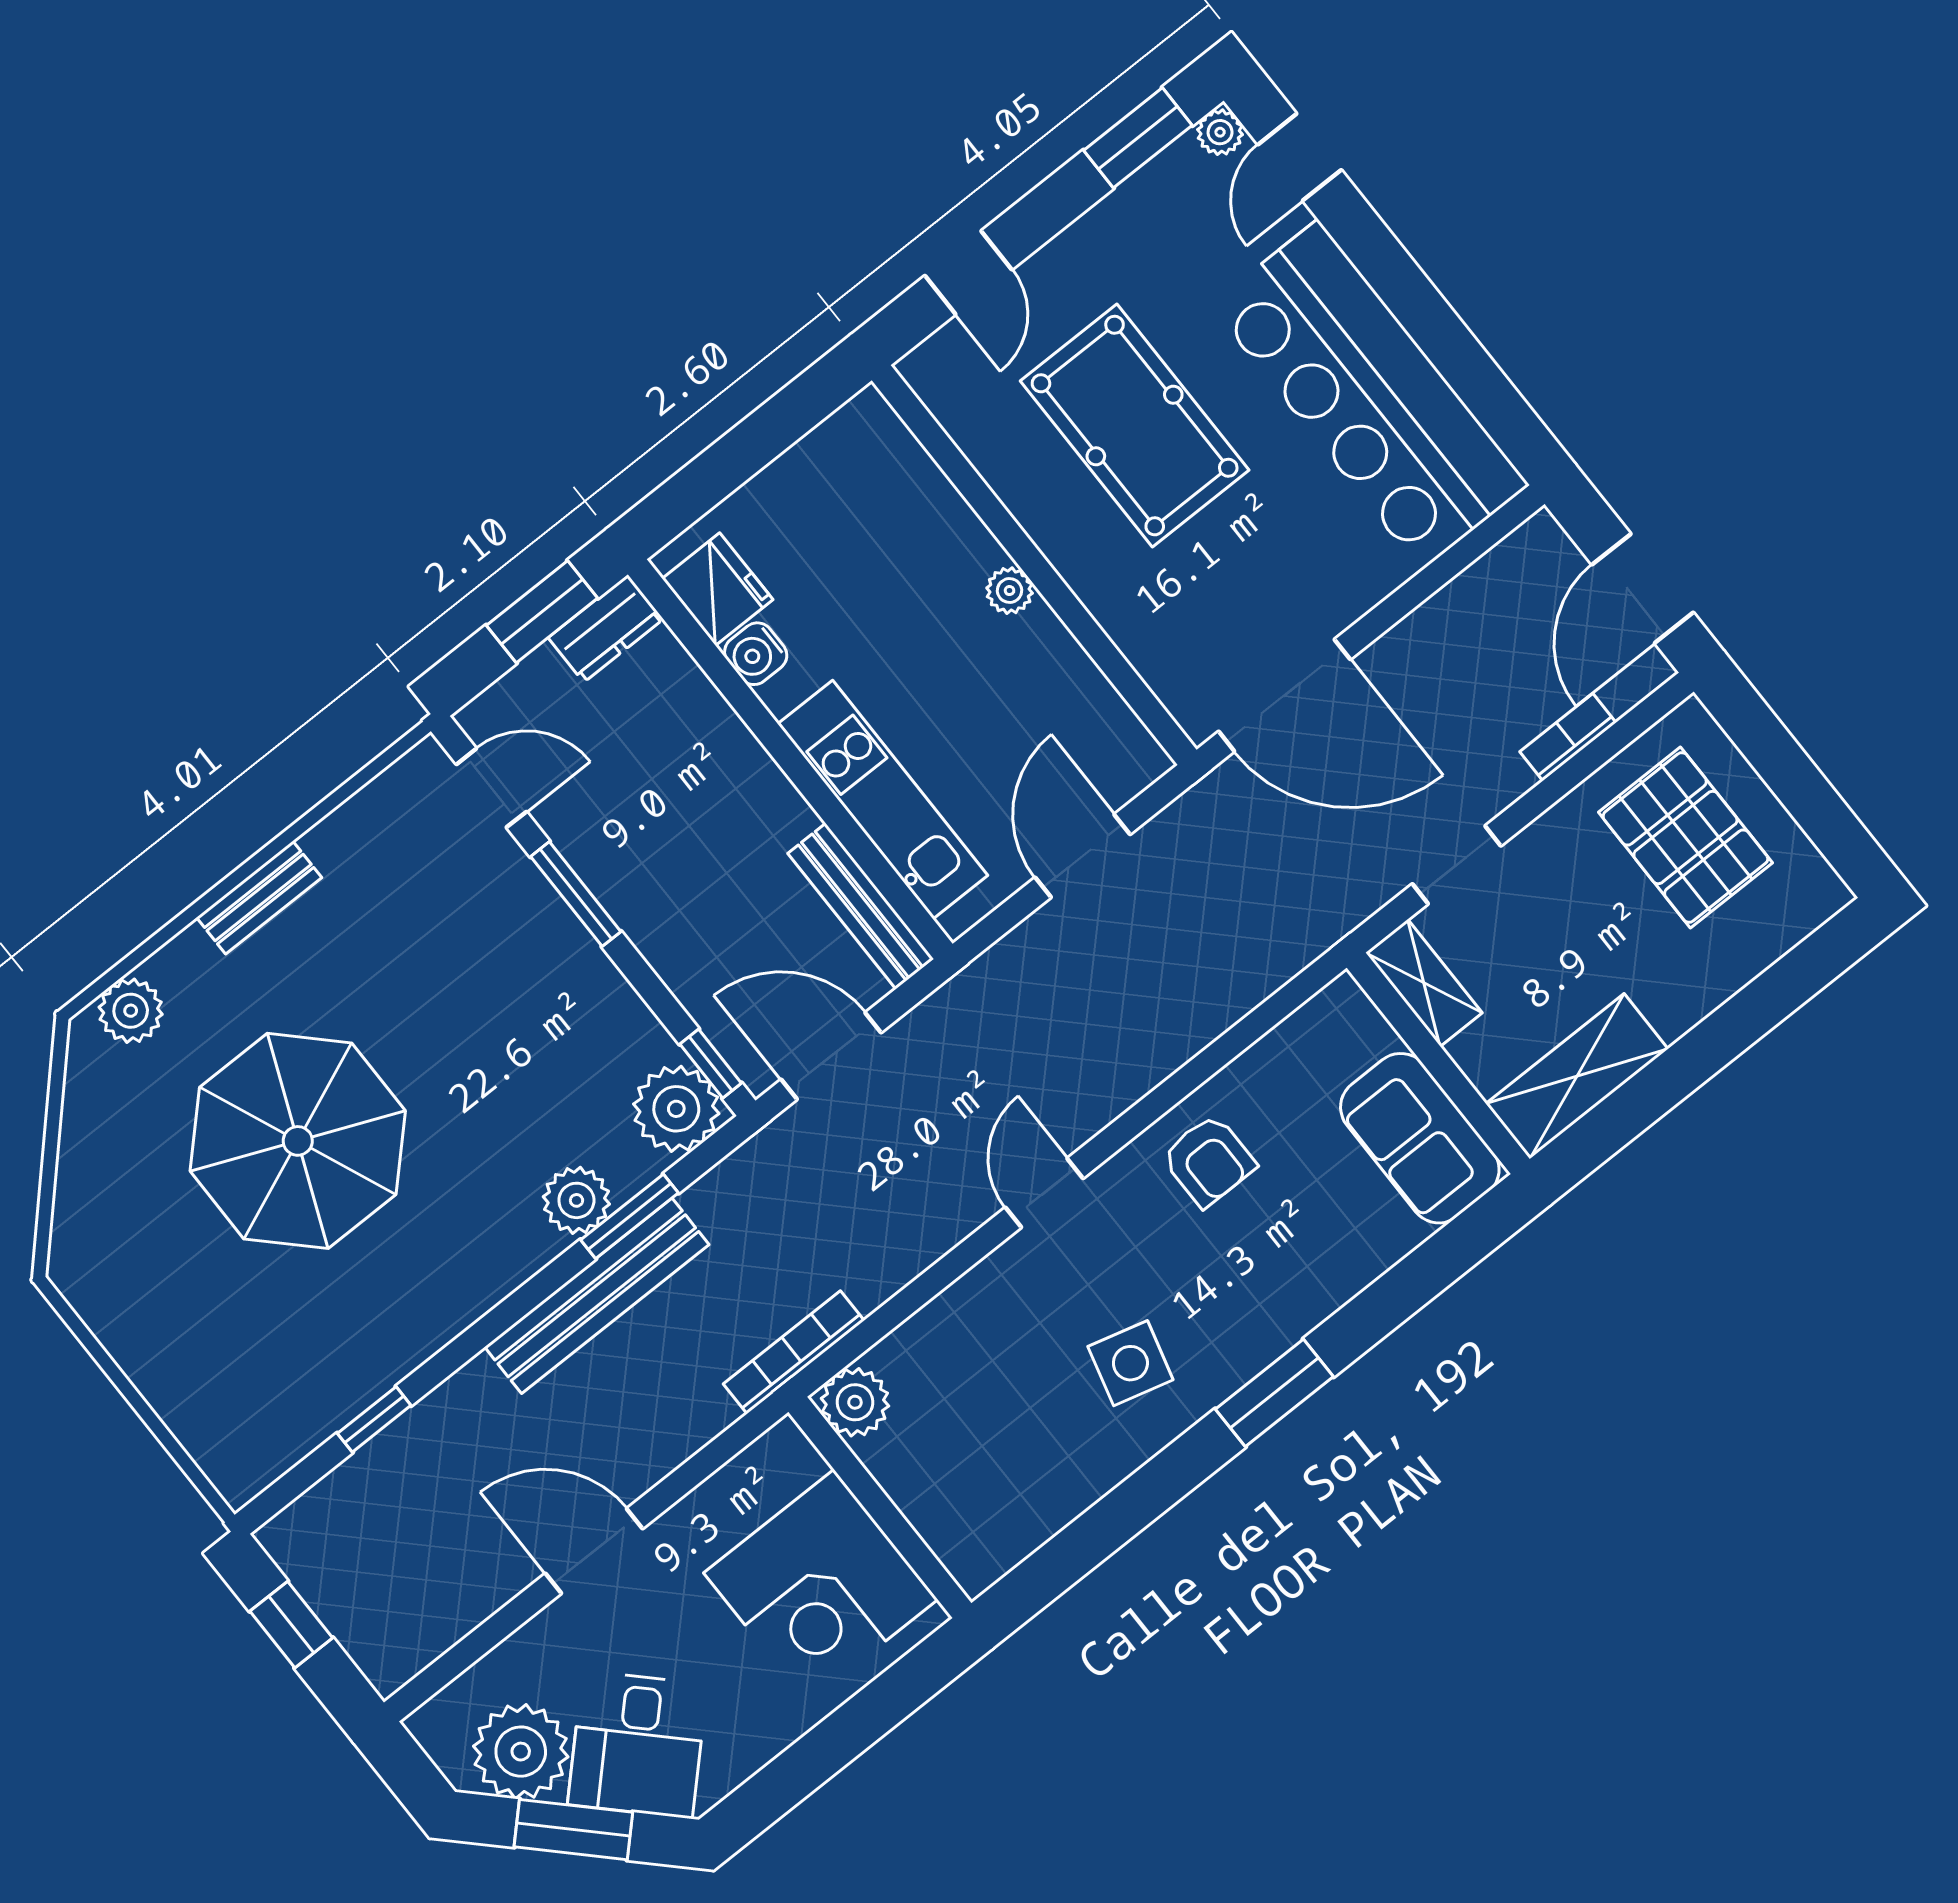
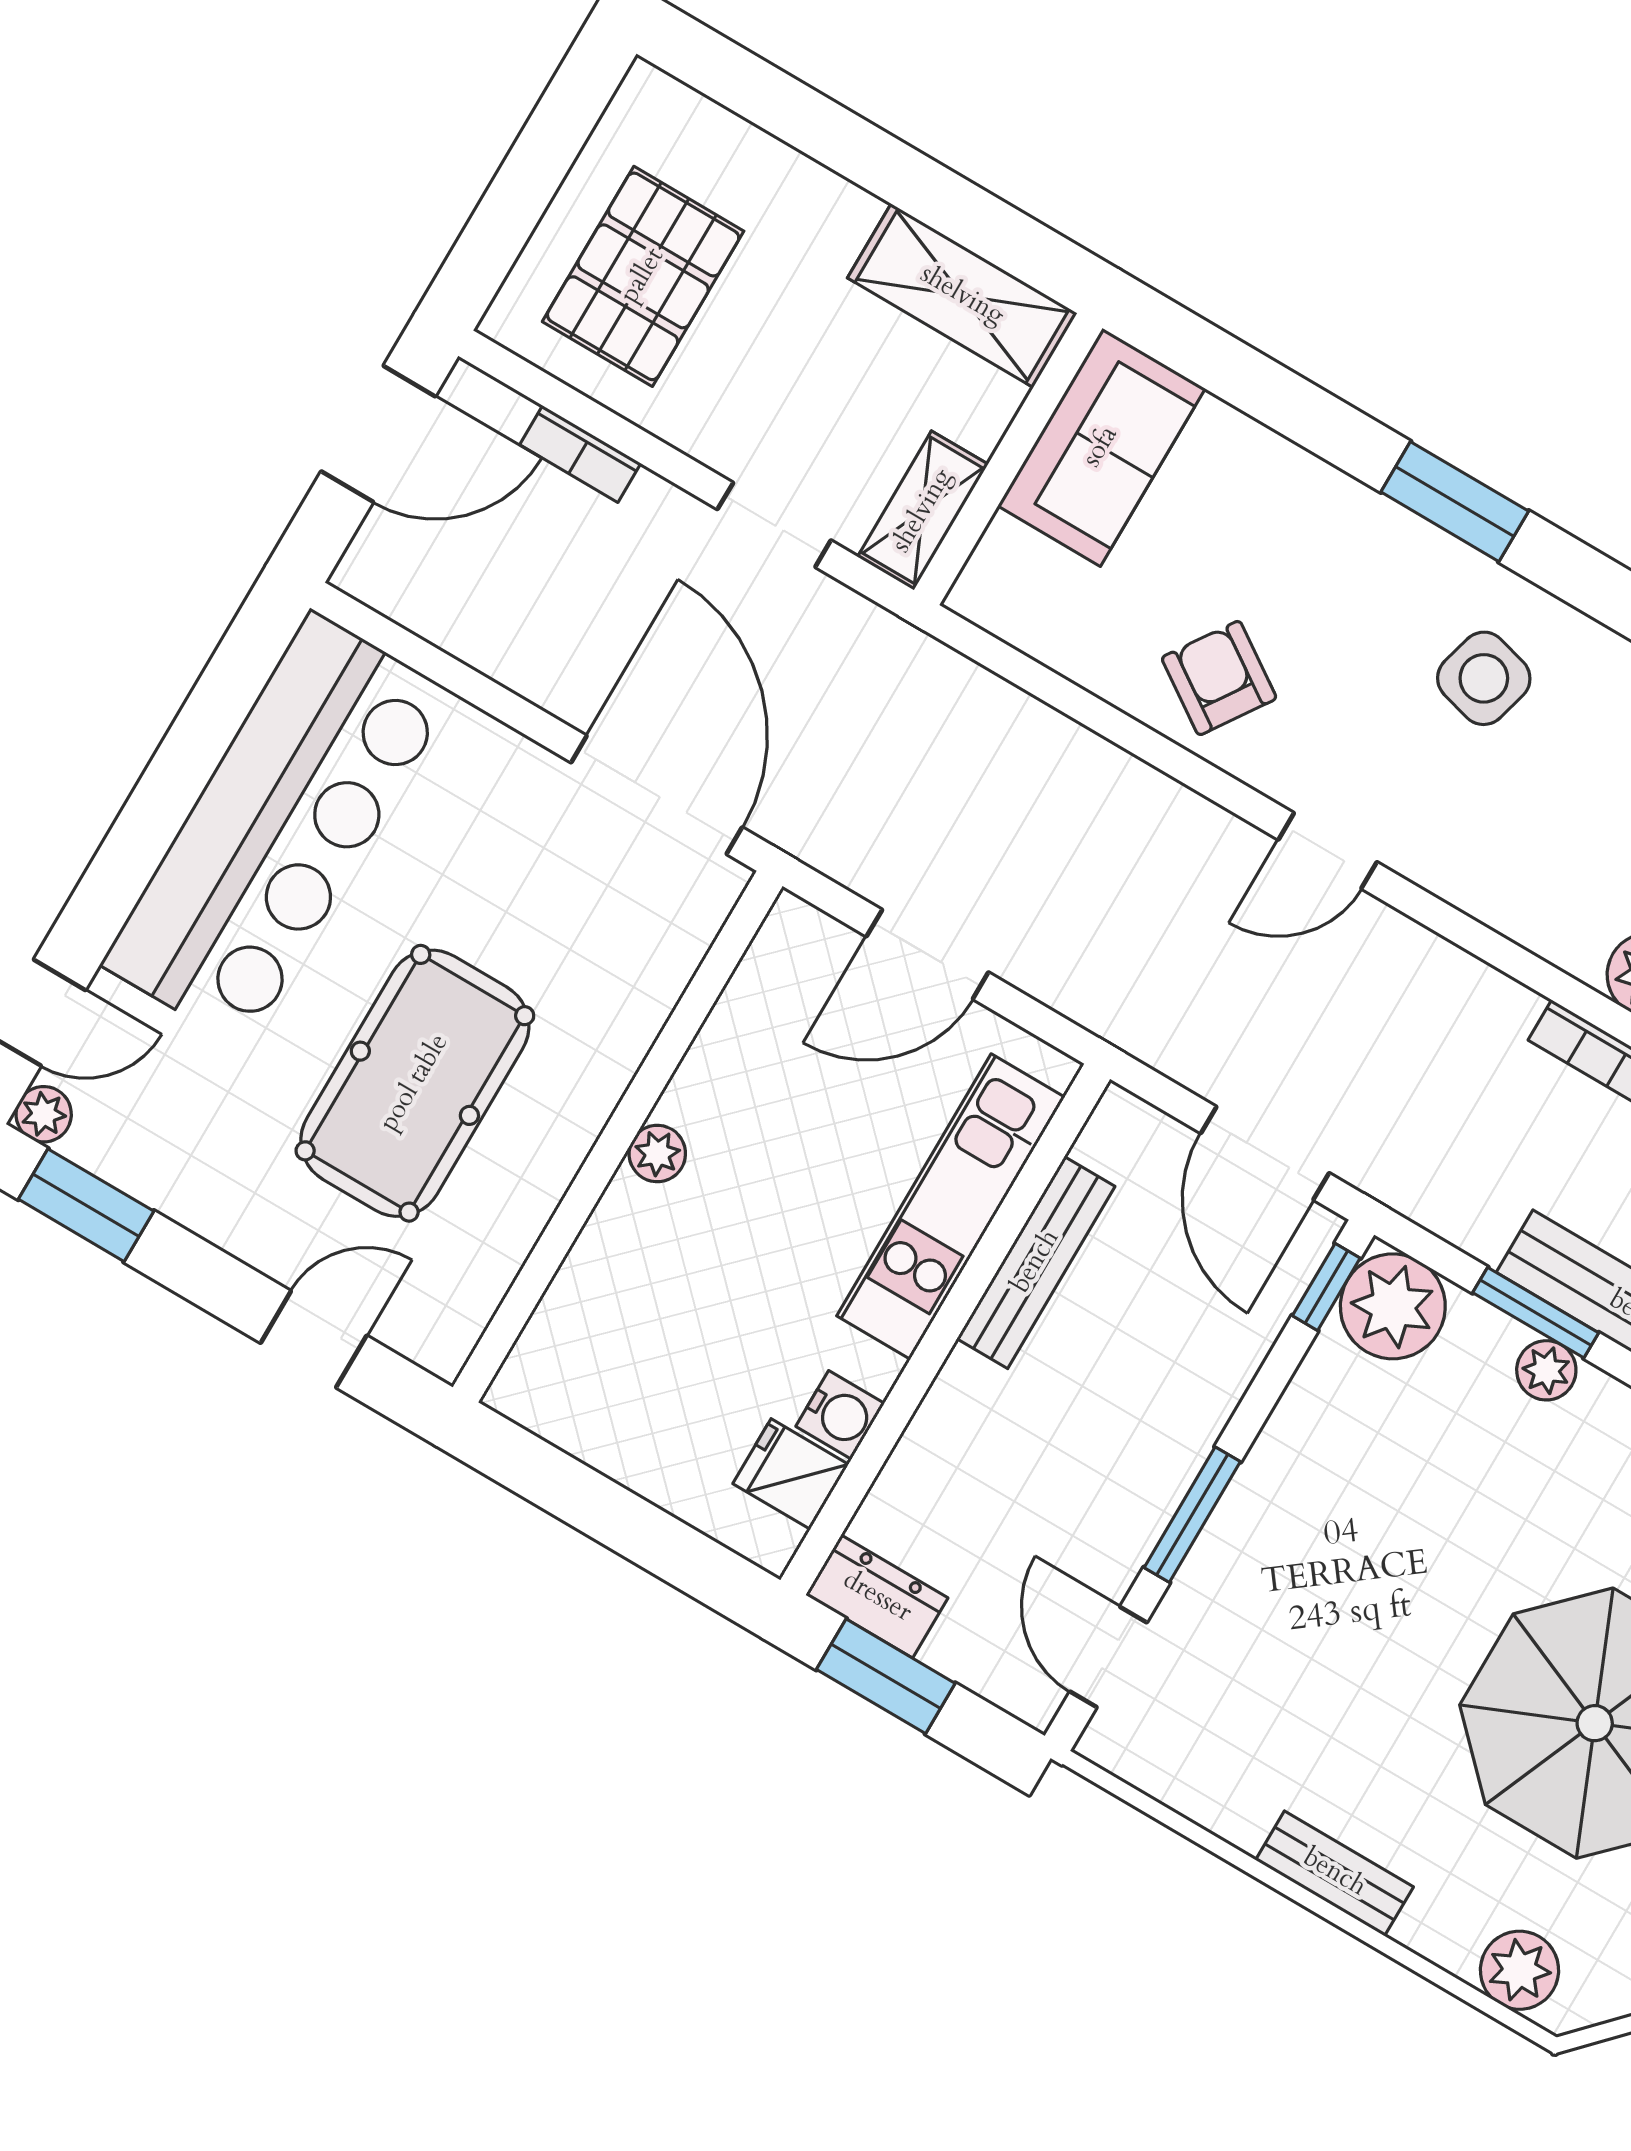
fridge: (717, 589) -> (791, 1474), width x0.72
bench: (861, 906) -> (1036, 1262), moved
armchair: (1209, 1160) -> (1219, 678), turned -56
plant: (576, 1200) -> (1546, 1370), width x0.73, depth x0.73

